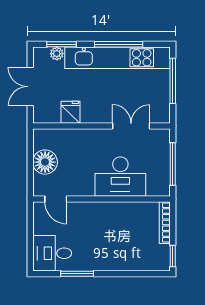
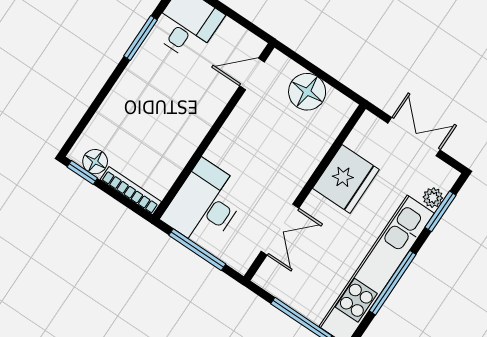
fridge: (70, 112) -> (346, 179), width x1.88, depth x1.34
desk: (120, 177) -> (205, 204), moved
floor lamp: (162, 253) -> (95, 162), added

